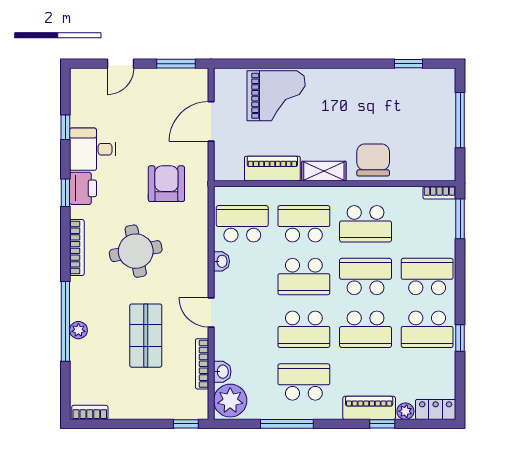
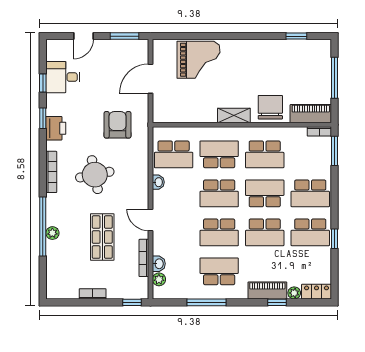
desk: (93, 149) -> (63, 77), moved
piano: (272, 169) -> (311, 114), moved
window: (65, 193) -> (43, 118), moved
school desk: (242, 224) -> (174, 154), turned 180
school desk: (427, 277) -> (310, 193), turned 180
plant: (230, 401) -> (159, 279), width x0.53, depth x0.53
bookcase: (90, 412) -> (93, 294), moved

